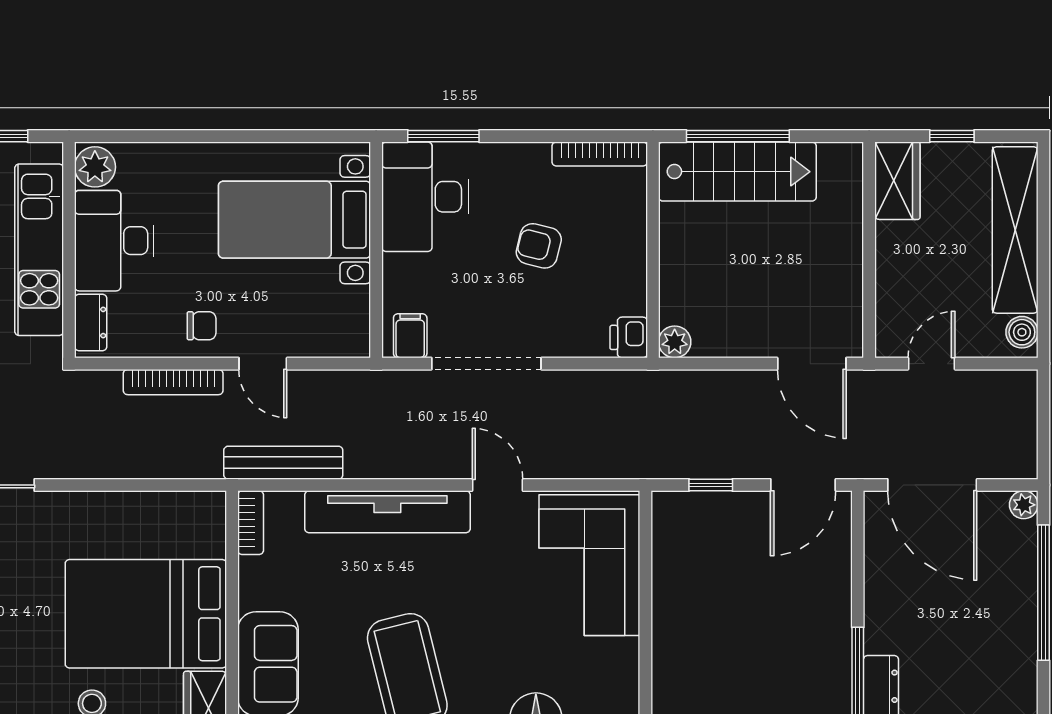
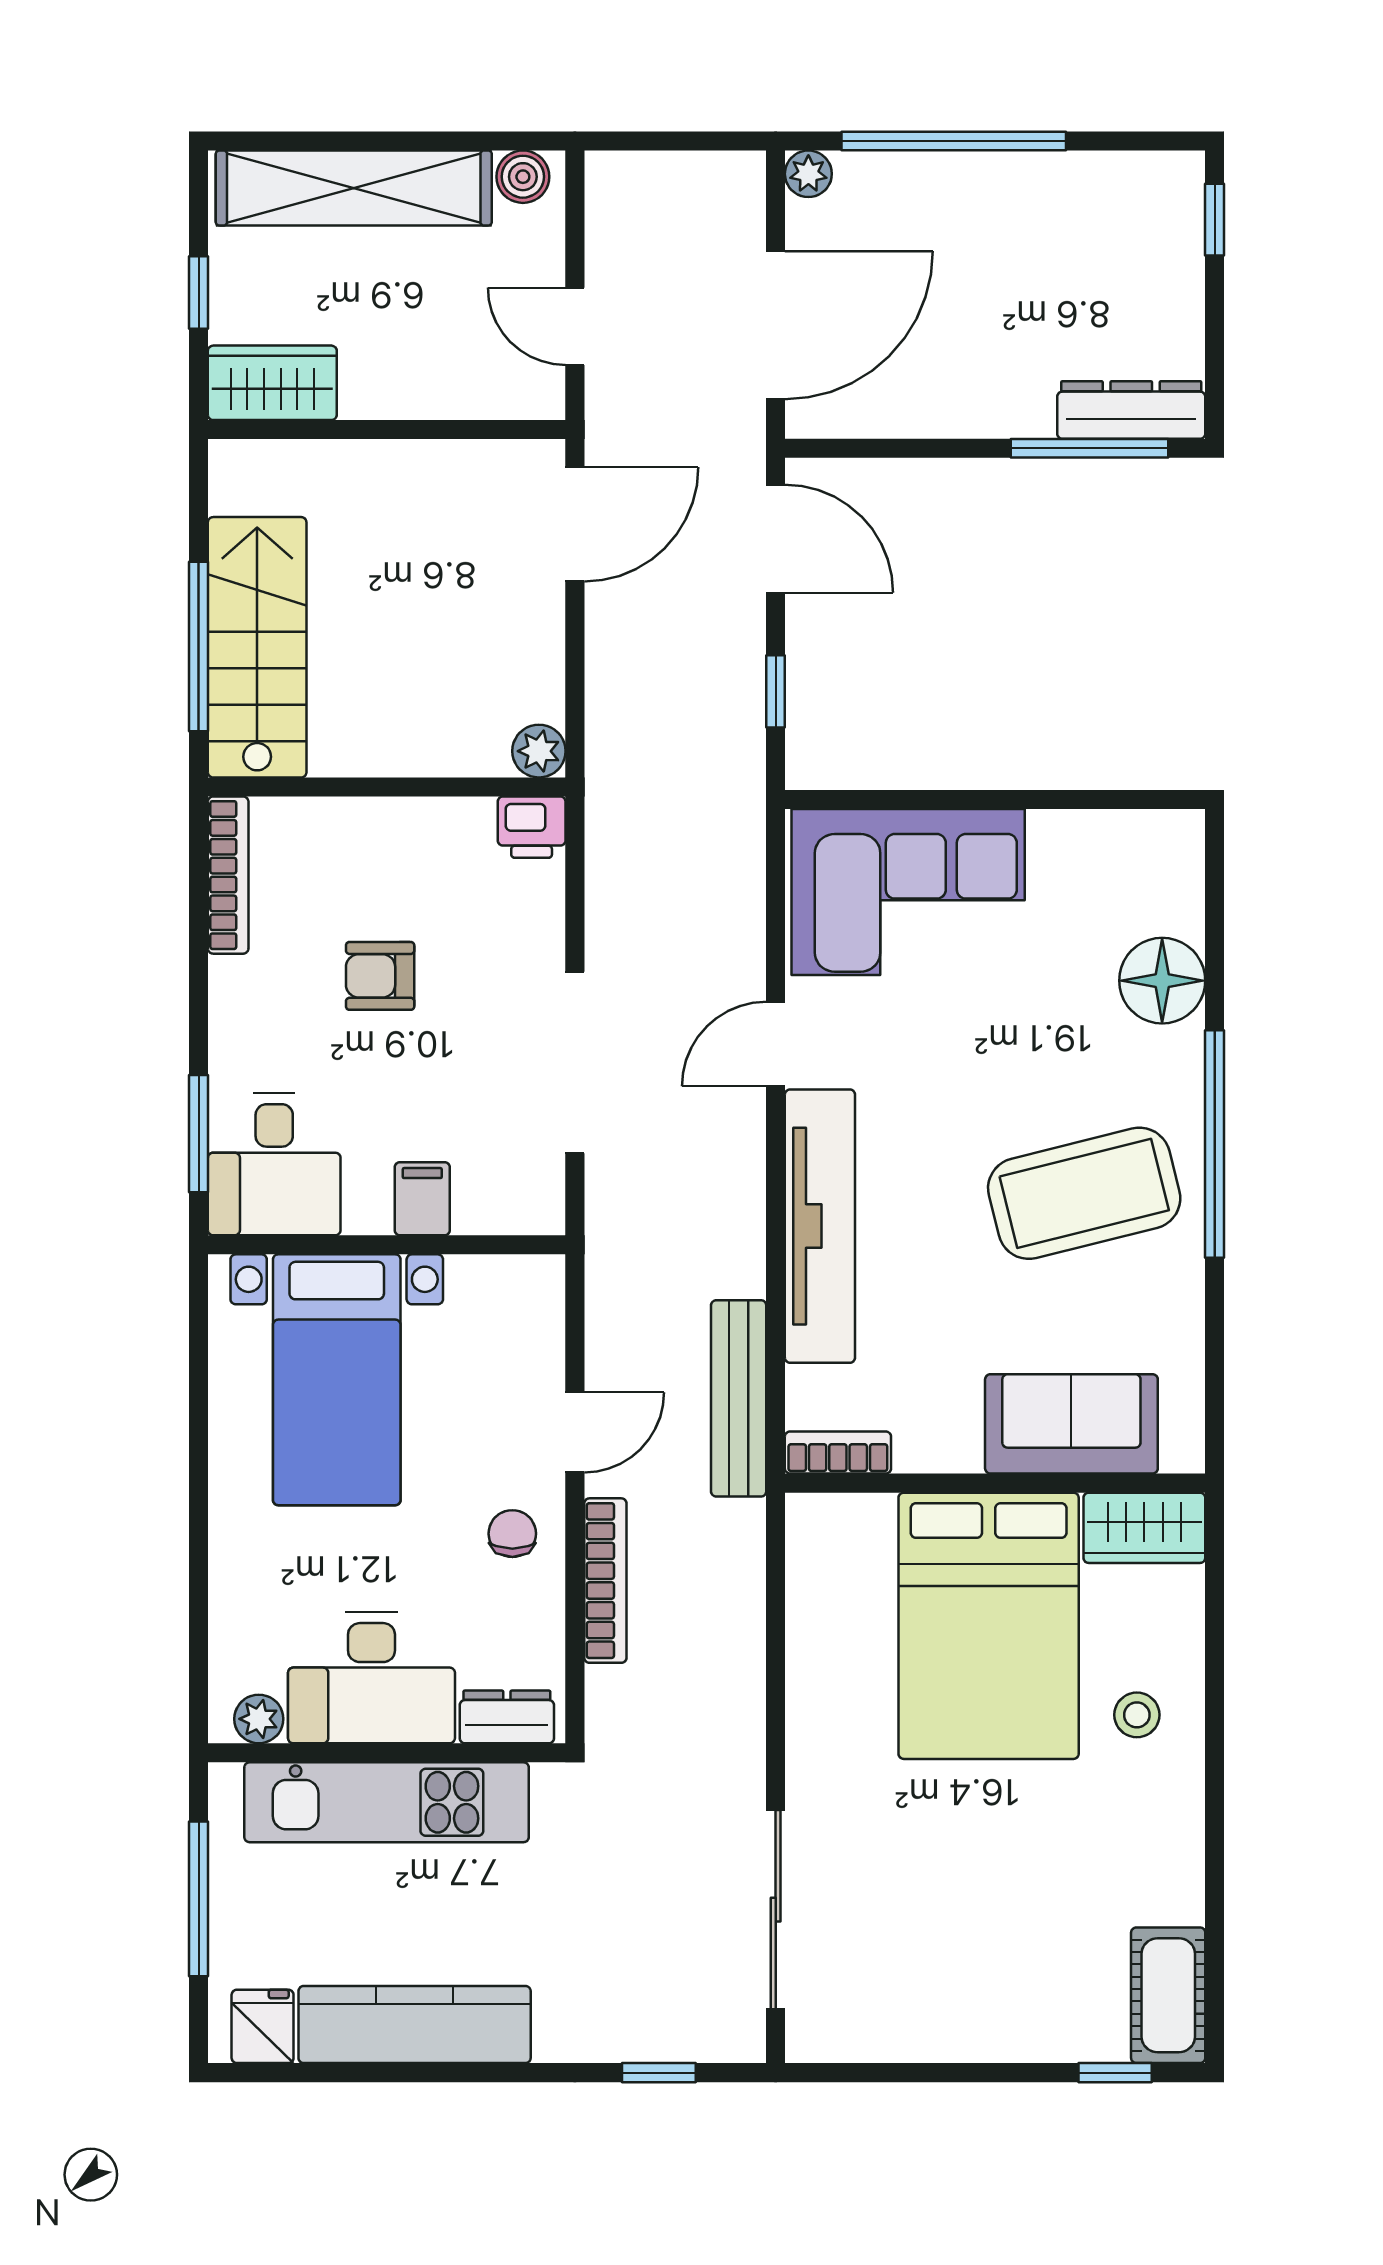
plant: (95, 167) -> (259, 1719), width x0.73, depth x0.73
desk: (425, 197) -> (274, 1164), width x0.73
armchair: (539, 246) -> (380, 976), turned 76
filing cabinet: (410, 336) -> (422, 1199), moved, turned 90

